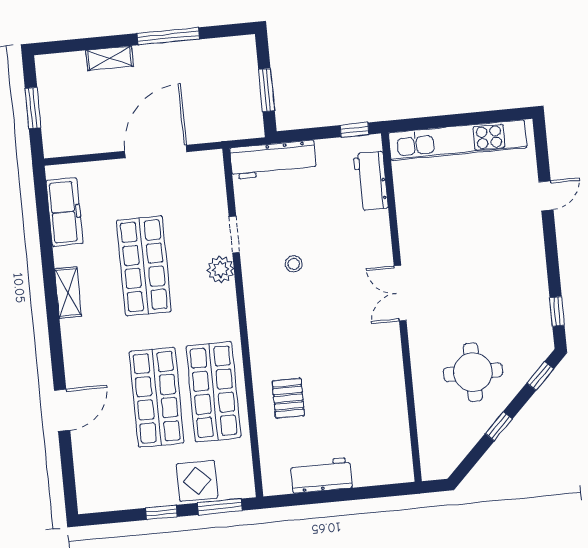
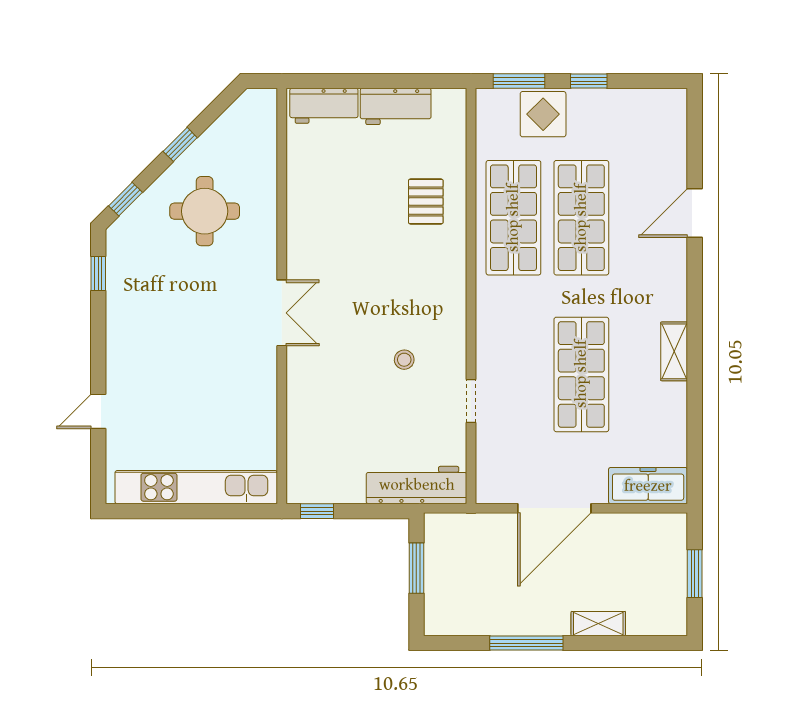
workbench: (371, 181) -> (324, 106), moved, turned 90
freezer: (65, 212) -> (648, 486), moved, turned 90
plant: (220, 269) -> (491, 362), removed

